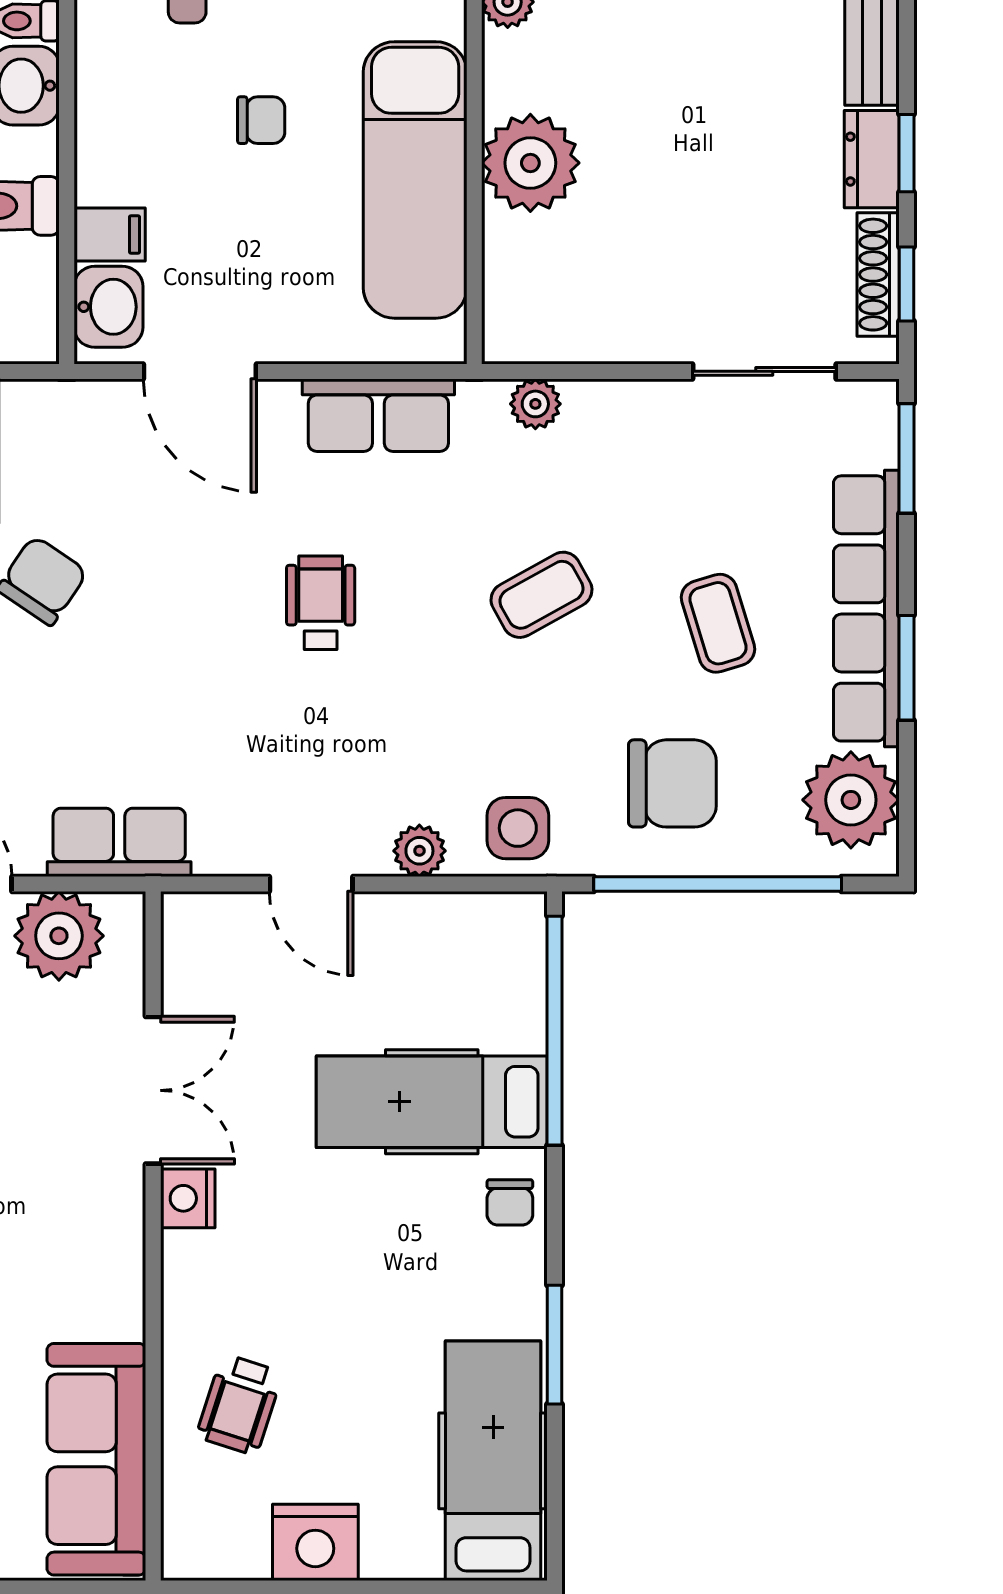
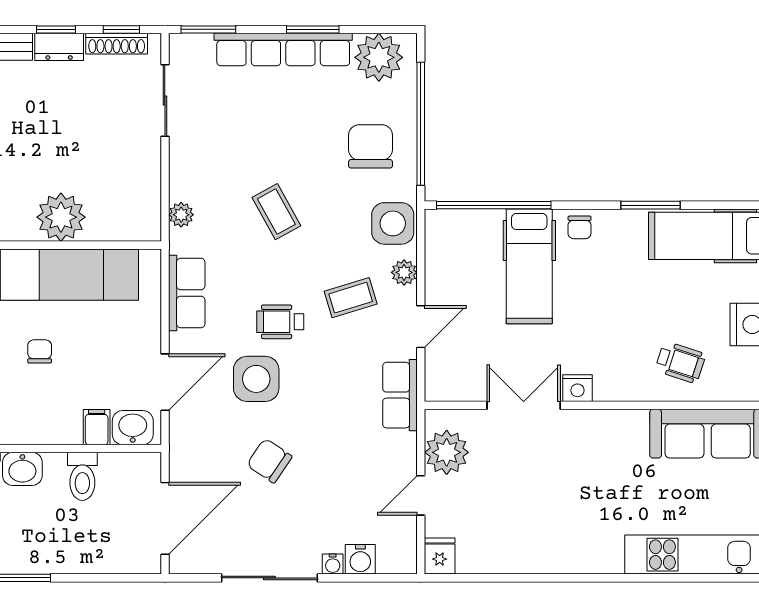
side table: (206, 554) -> (256, 379), added
coffee table: (718, 623) -> (351, 298), moved
side table: (518, 828) -> (393, 223), width x1.37, depth x1.37
row of seats: (119, 842) -> (400, 395), moved
chair: (510, 1202) -> (580, 227), turned 90

